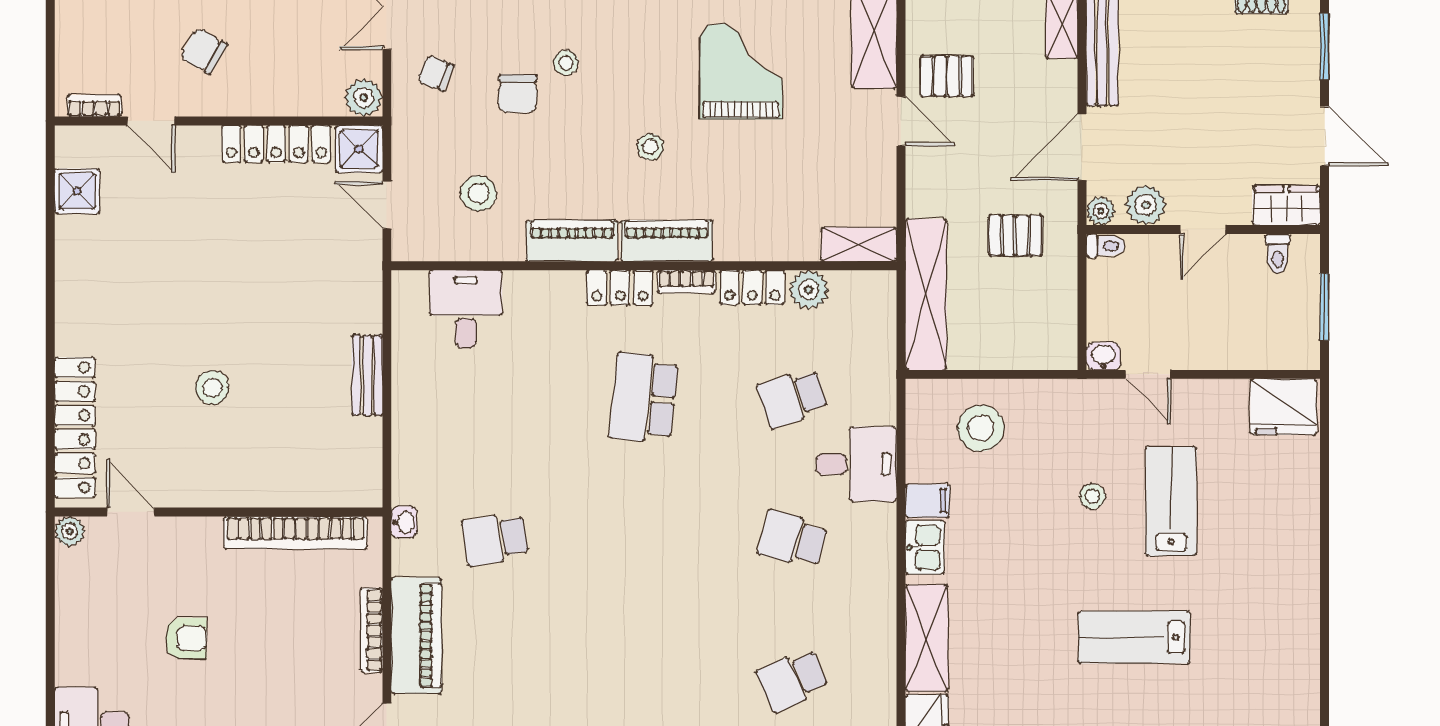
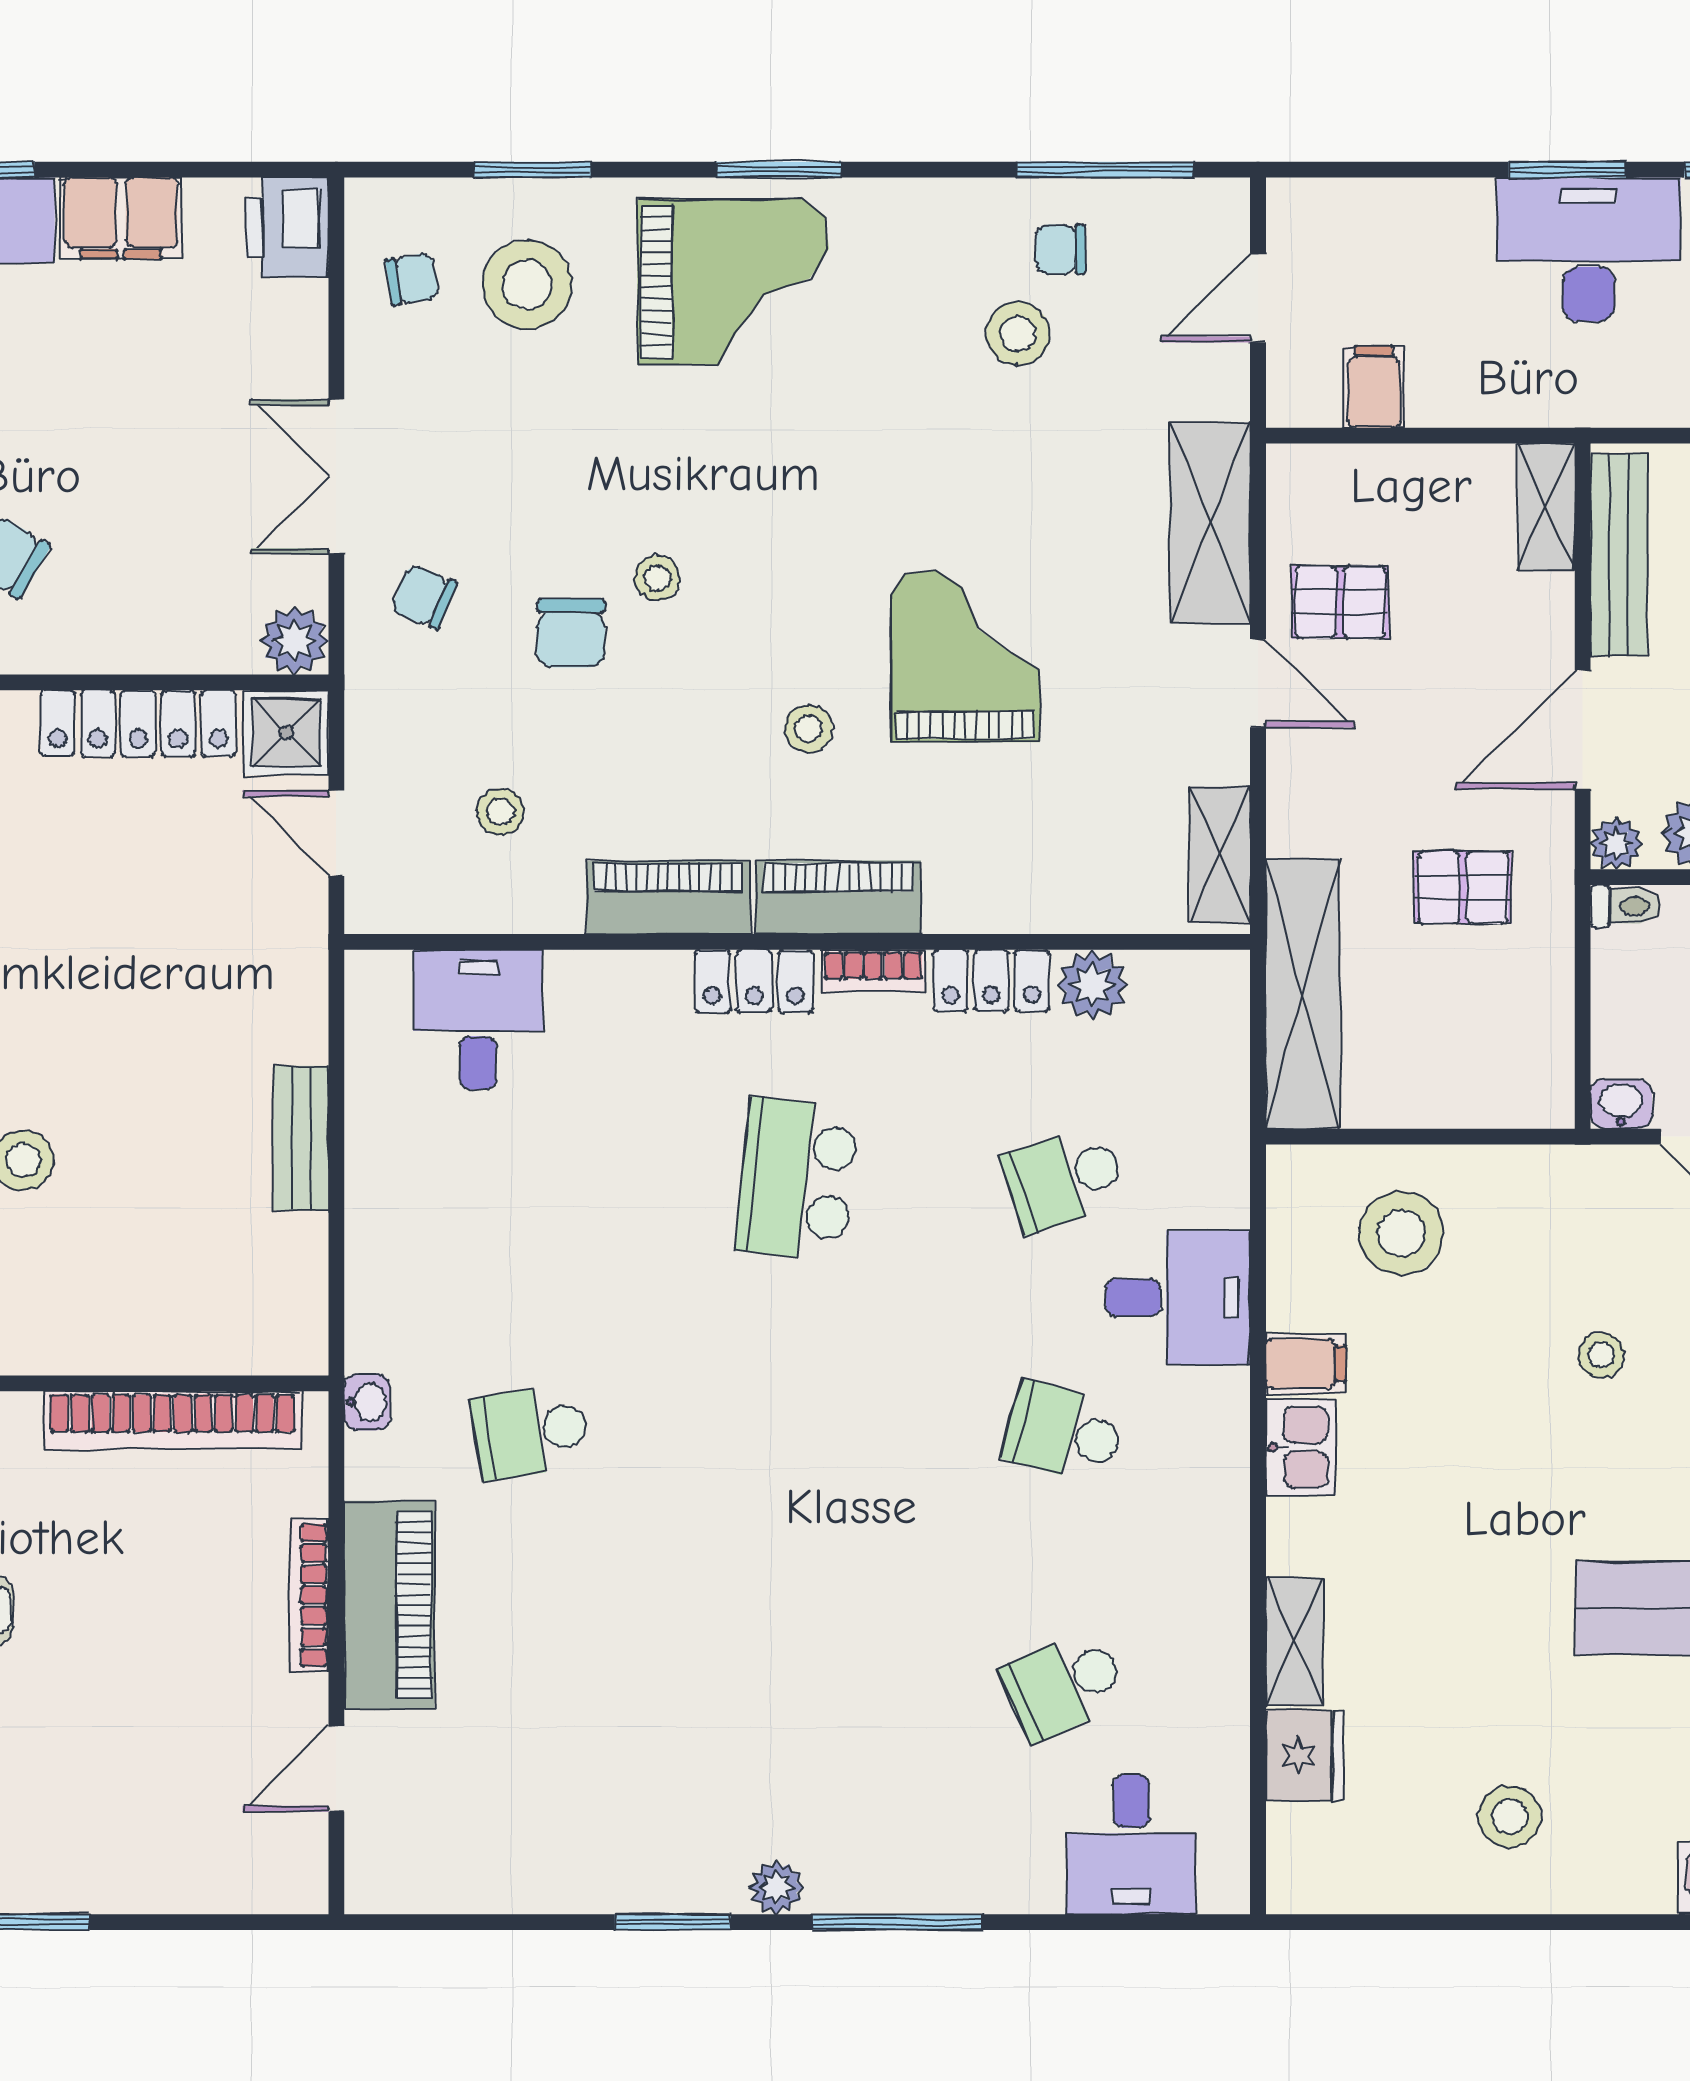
grand piano: (741, 71) -> (965, 656), moved
stool: (479, 193) -> (501, 812), width x0.73, depth x0.73
shelving: (859, 244) -> (1220, 854), moved, turned 90
shelving: (927, 638) -> (1294, 1641), width x0.67, depth x0.75

